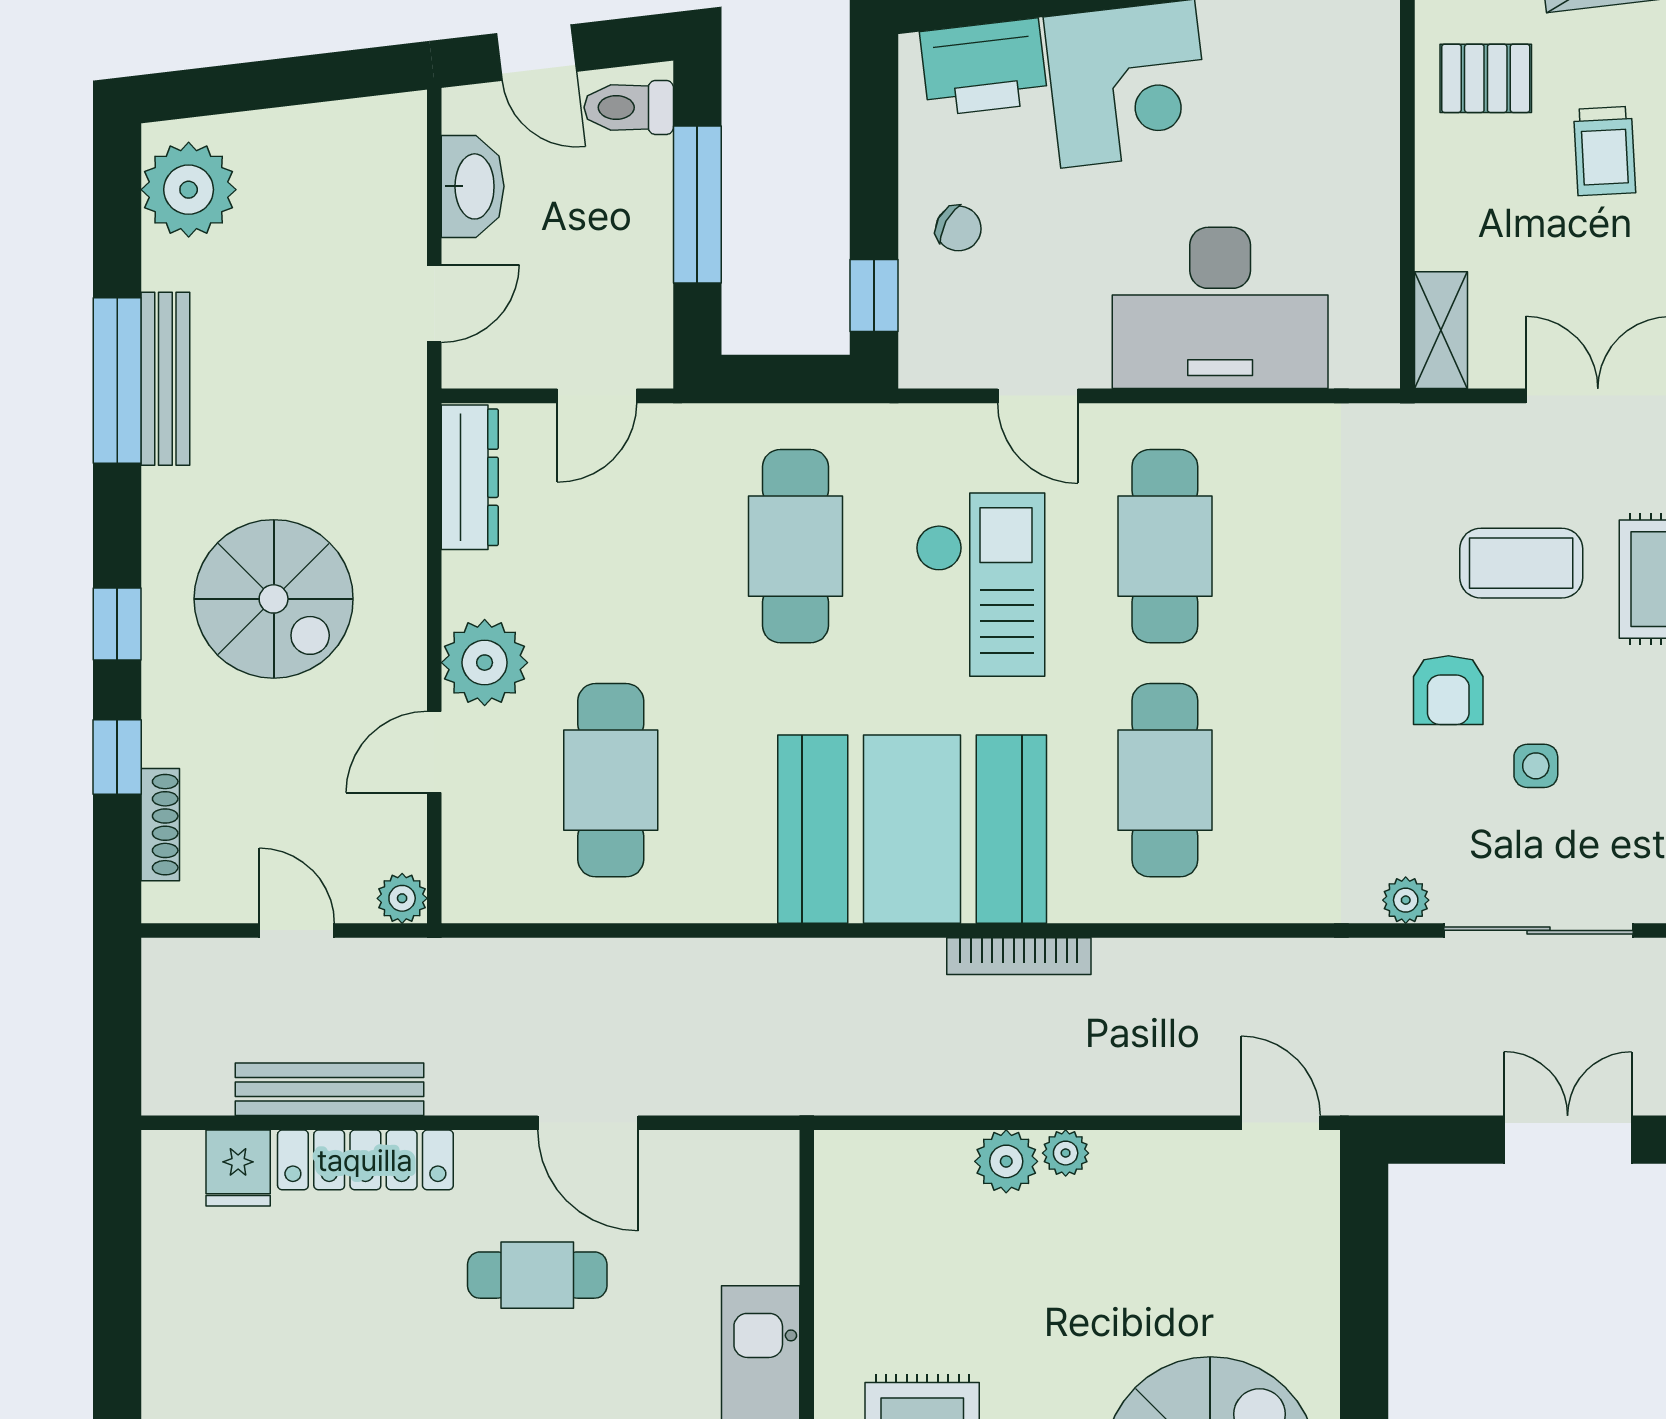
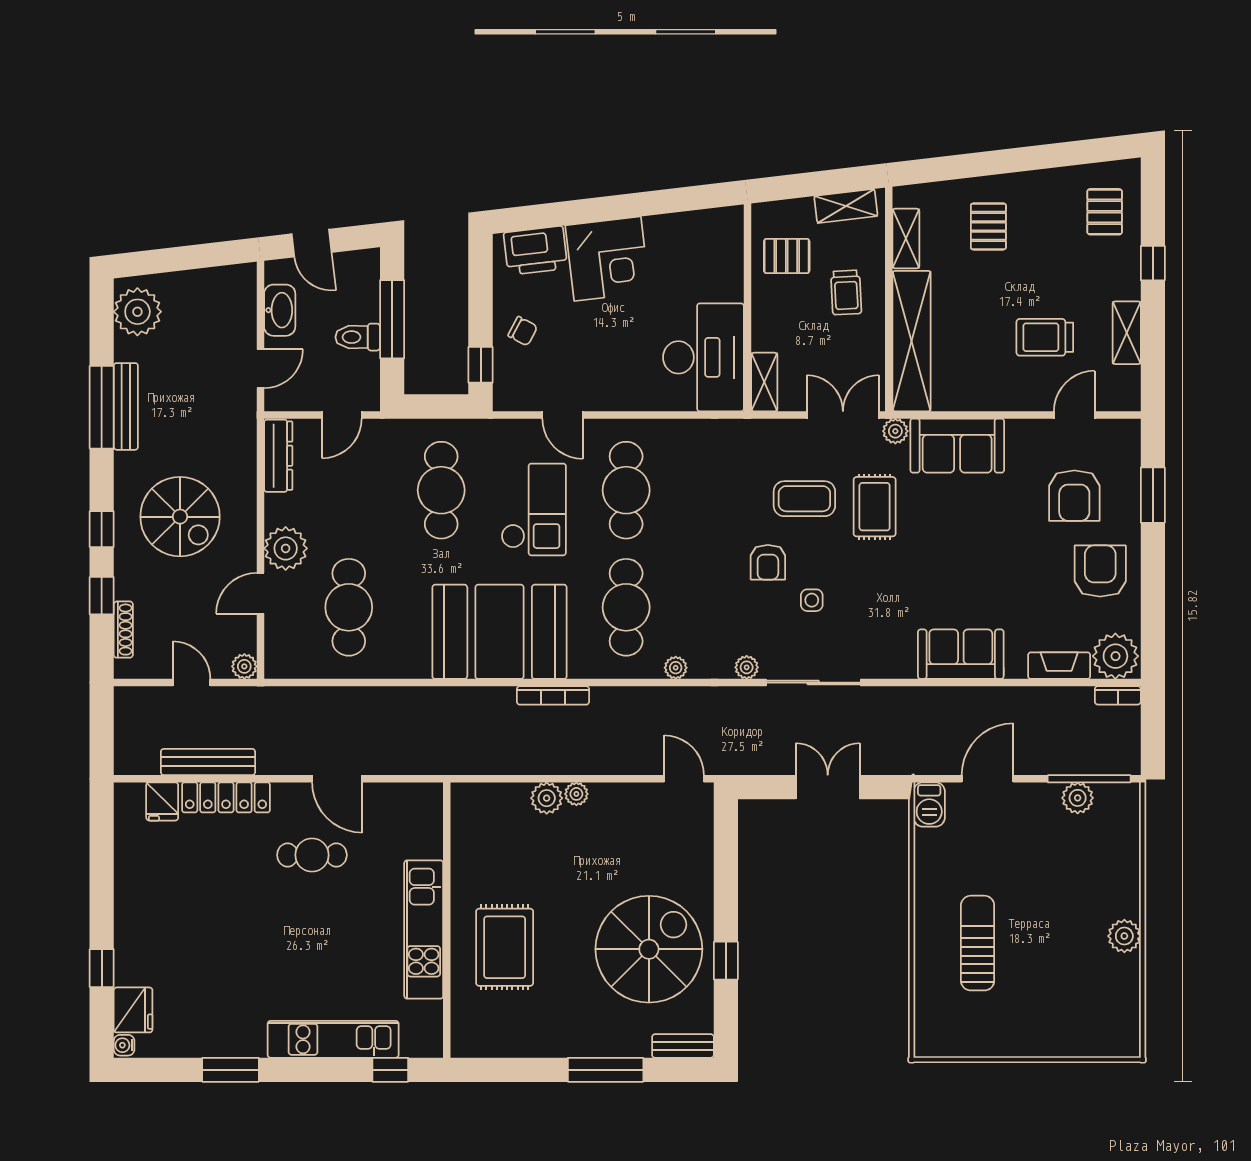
toilet: (629, 107) -> (358, 337), moved
desk: (1220, 308) -> (703, 357), moved, turned -90
plant: (1264, 901) -> (676, 668), added

